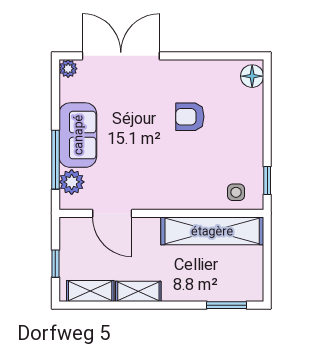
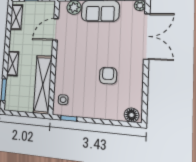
shelving: (138, 291) -> (13, 64), moved

